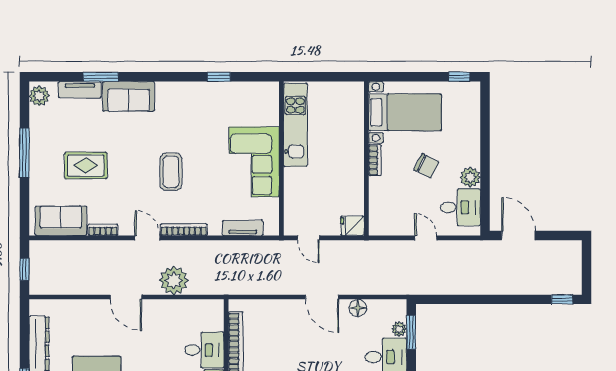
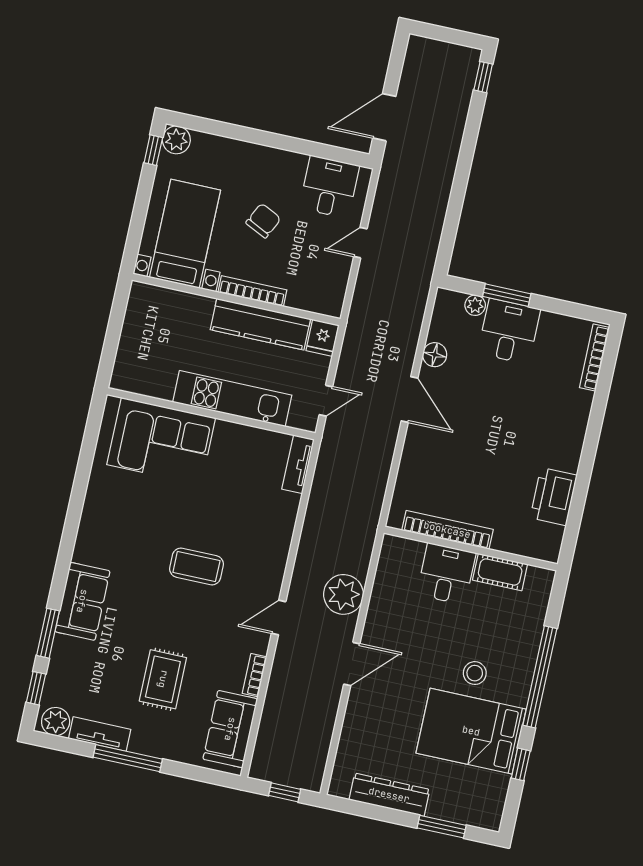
window: (219, 77) -> (36, 688), moved
tv unit: (80, 90) -> (100, 734), moved, turned -90
kitchen unit: (295, 125) -> (232, 399), moved
bookcase: (375, 160) -> (252, 291), width x1.56
corner sofa: (254, 162) -> (161, 441), moved
plant: (470, 177) -> (176, 140), moved
kitchen counter: (352, 180) -> (260, 324), added
tv unit: (243, 228) -> (298, 464), moved
bookcase: (184, 230) -> (278, 566), removed
door: (322, 297) -> (409, 400), hinge flipped
window: (411, 332) -> (507, 295), moved

